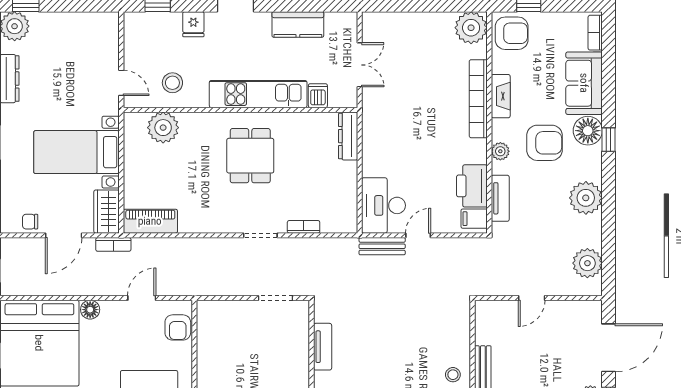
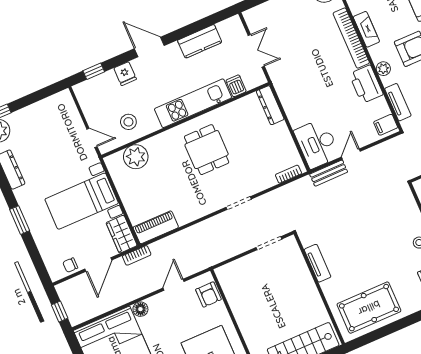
printer: (472, 186) -> (366, 84), moved
bookcase: (304, 227) -> (288, 174), moved

